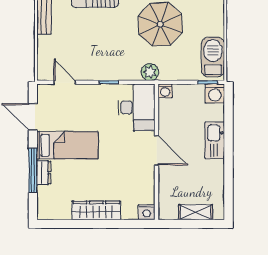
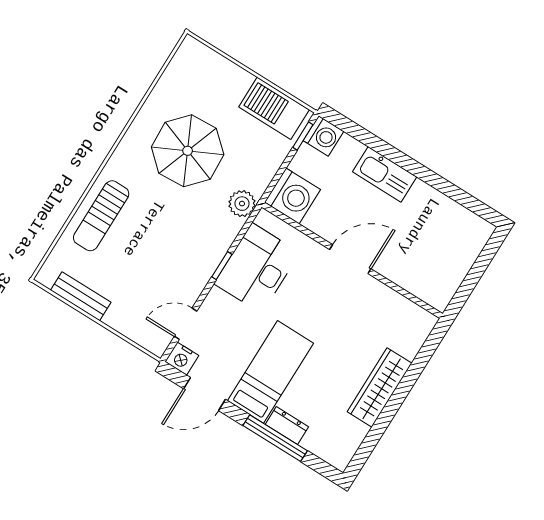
washing machine: (165, 91) -> (292, 196), width x1.89, depth x1.89
desk: (136, 107) -> (257, 268), moved, turned -90
nightstand: (147, 212) -> (182, 359), moved, turned 90
shelving: (195, 212) -> (463, 259), removed

